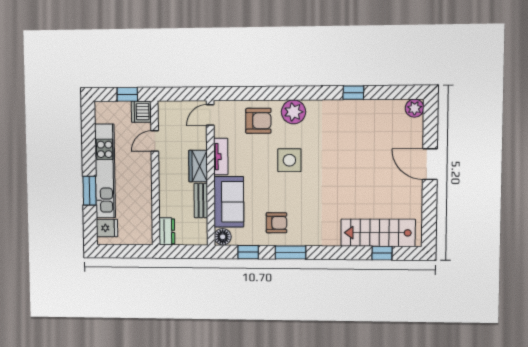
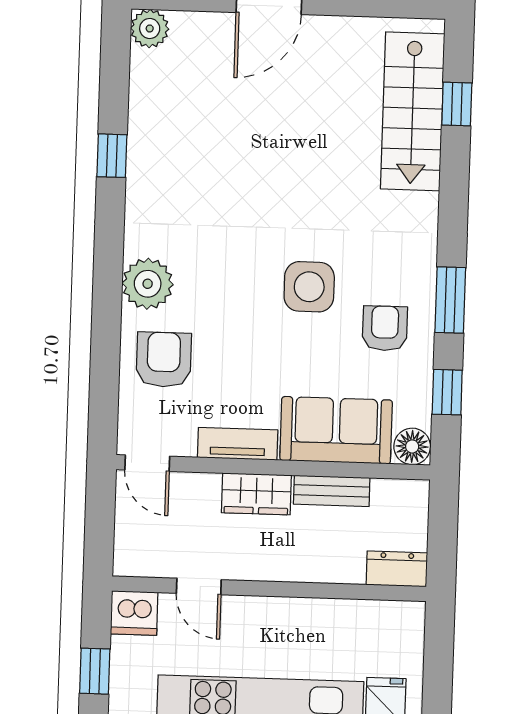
window: (127, 94) -> (95, 671), moved
side table: (289, 160) -> (309, 287), moved

